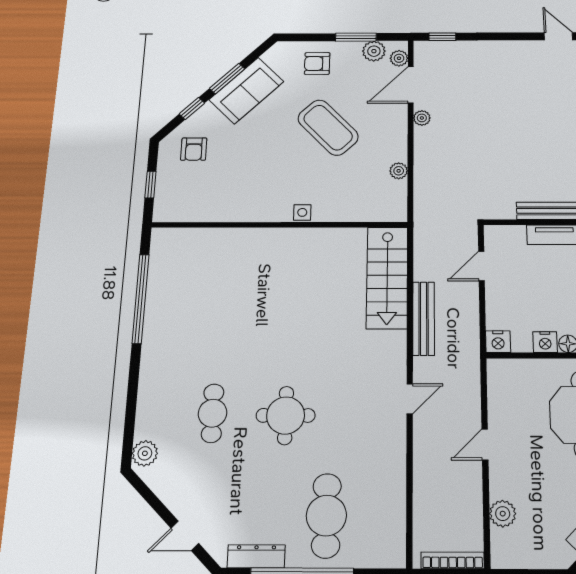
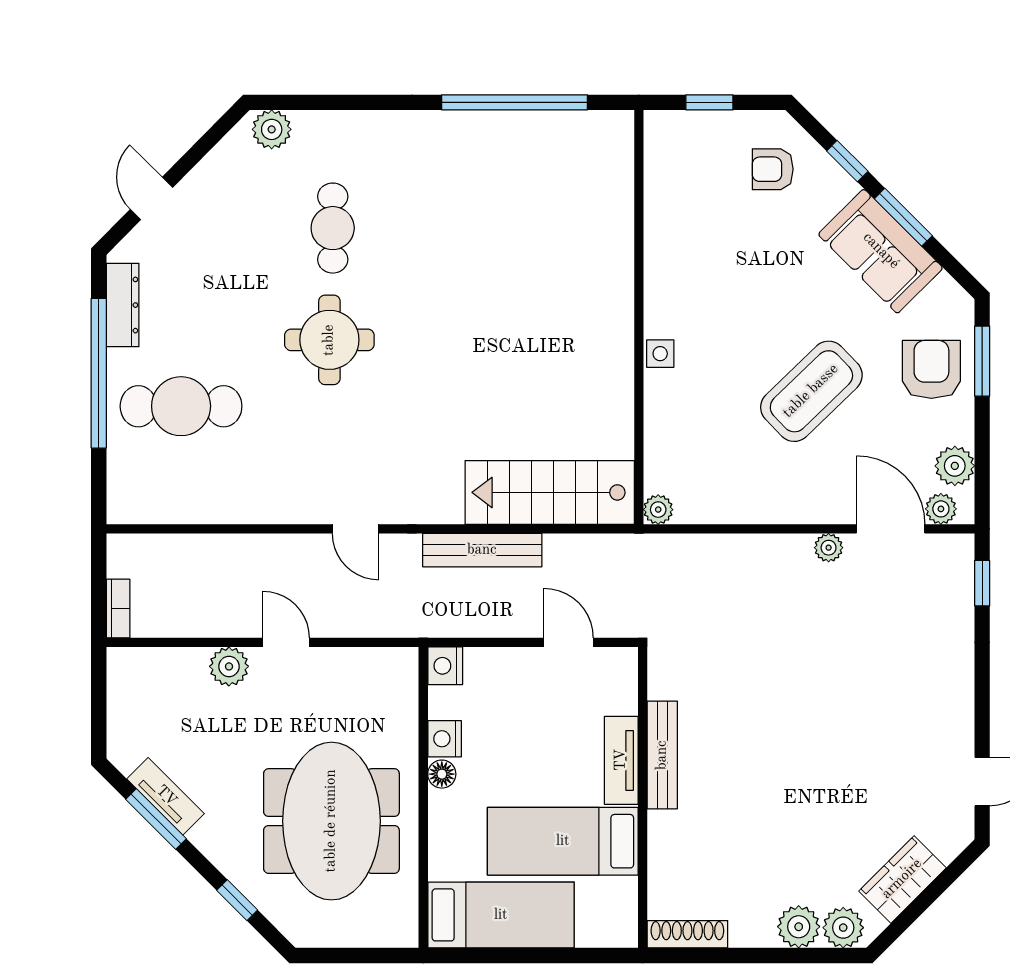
window: (356, 37) -> (982, 361), moved
armchair: (317, 63) -> (931, 369), width x1.38, depth x1.38
plant: (399, 171) -> (658, 510), moved
cafe table: (213, 413) -> (333, 228), turned 90
plant: (503, 514) -> (229, 666), moved
bookcase: (453, 560) -> (118, 609), width x0.64

